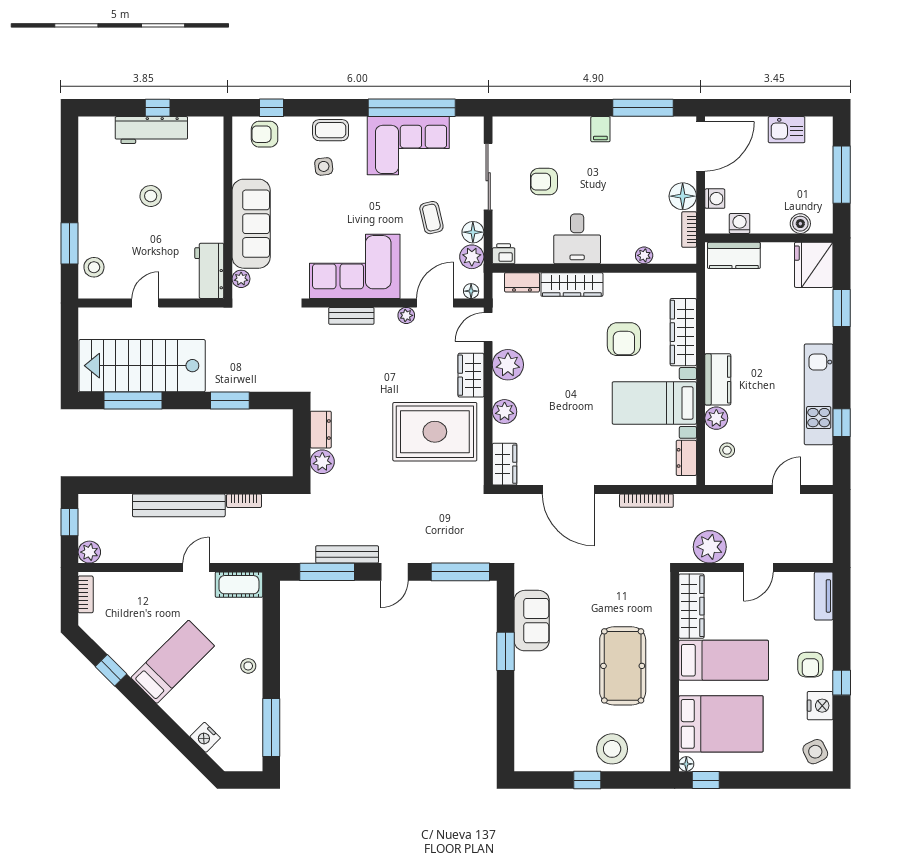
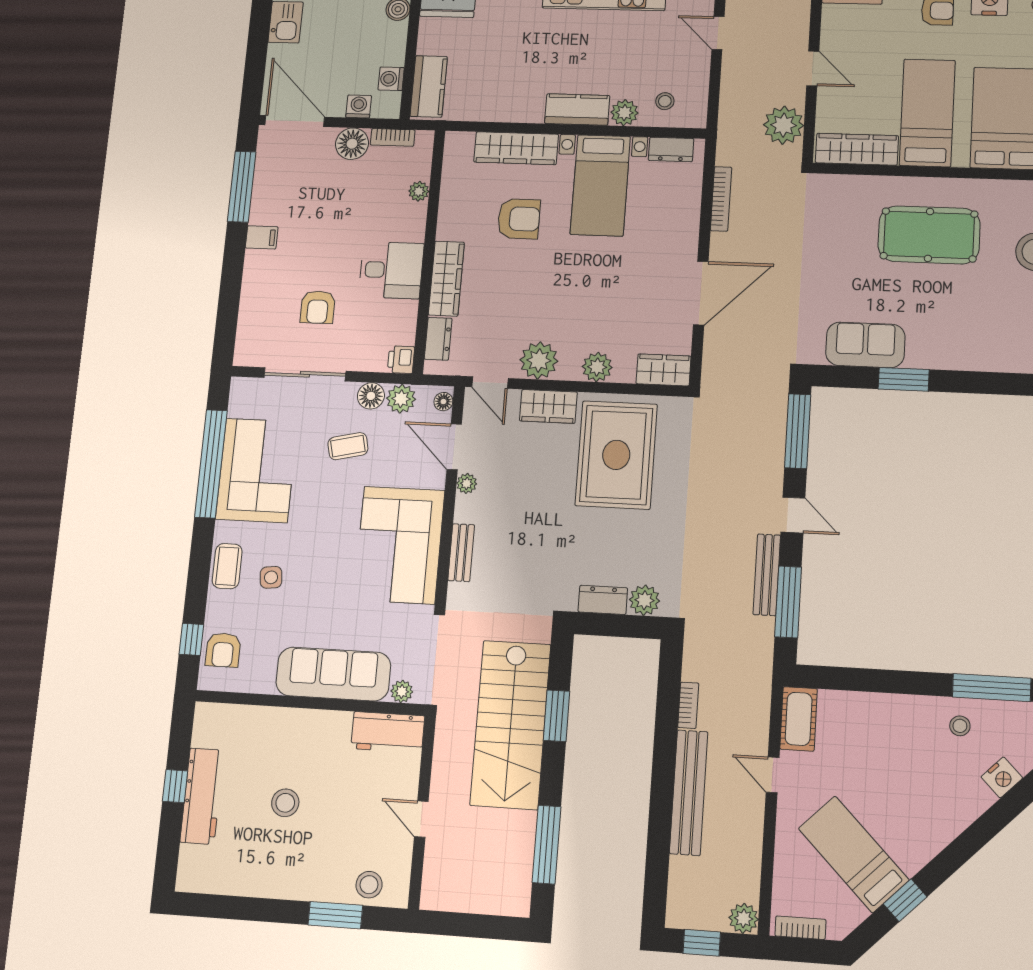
stairs: (142, 366) -> (511, 725), moved
bed: (173, 662) -> (854, 854), moved
stool: (248, 666) -> (960, 726), moved

